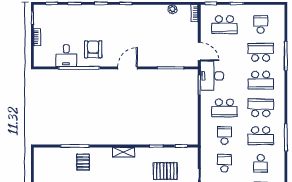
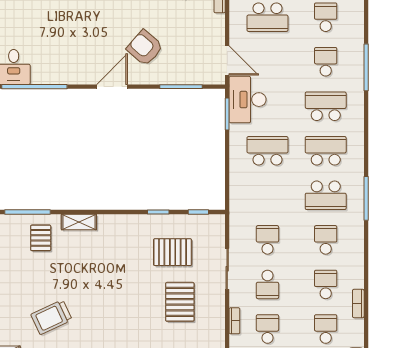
armchair: (93, 49) -> (145, 48), moved, turned -49
school desk: (261, 52) -> (326, 62), width x0.54
school desk: (261, 80) -> (326, 106), turned 180
school desk: (224, 108) -> (267, 151), turned 180
school desk: (224, 136) -> (267, 195), removed
shelving: (124, 152) -> (79, 222), moved
school desk: (261, 163) -> (326, 240), turned 180

